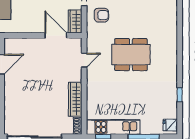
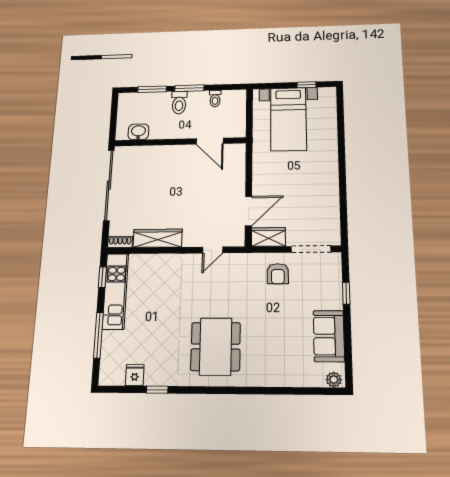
dining table: (131, 55) -> (216, 347), moved
door: (84, 60) -> (213, 250), hinge flipped
fridge: (170, 125) -> (135, 375), moved

